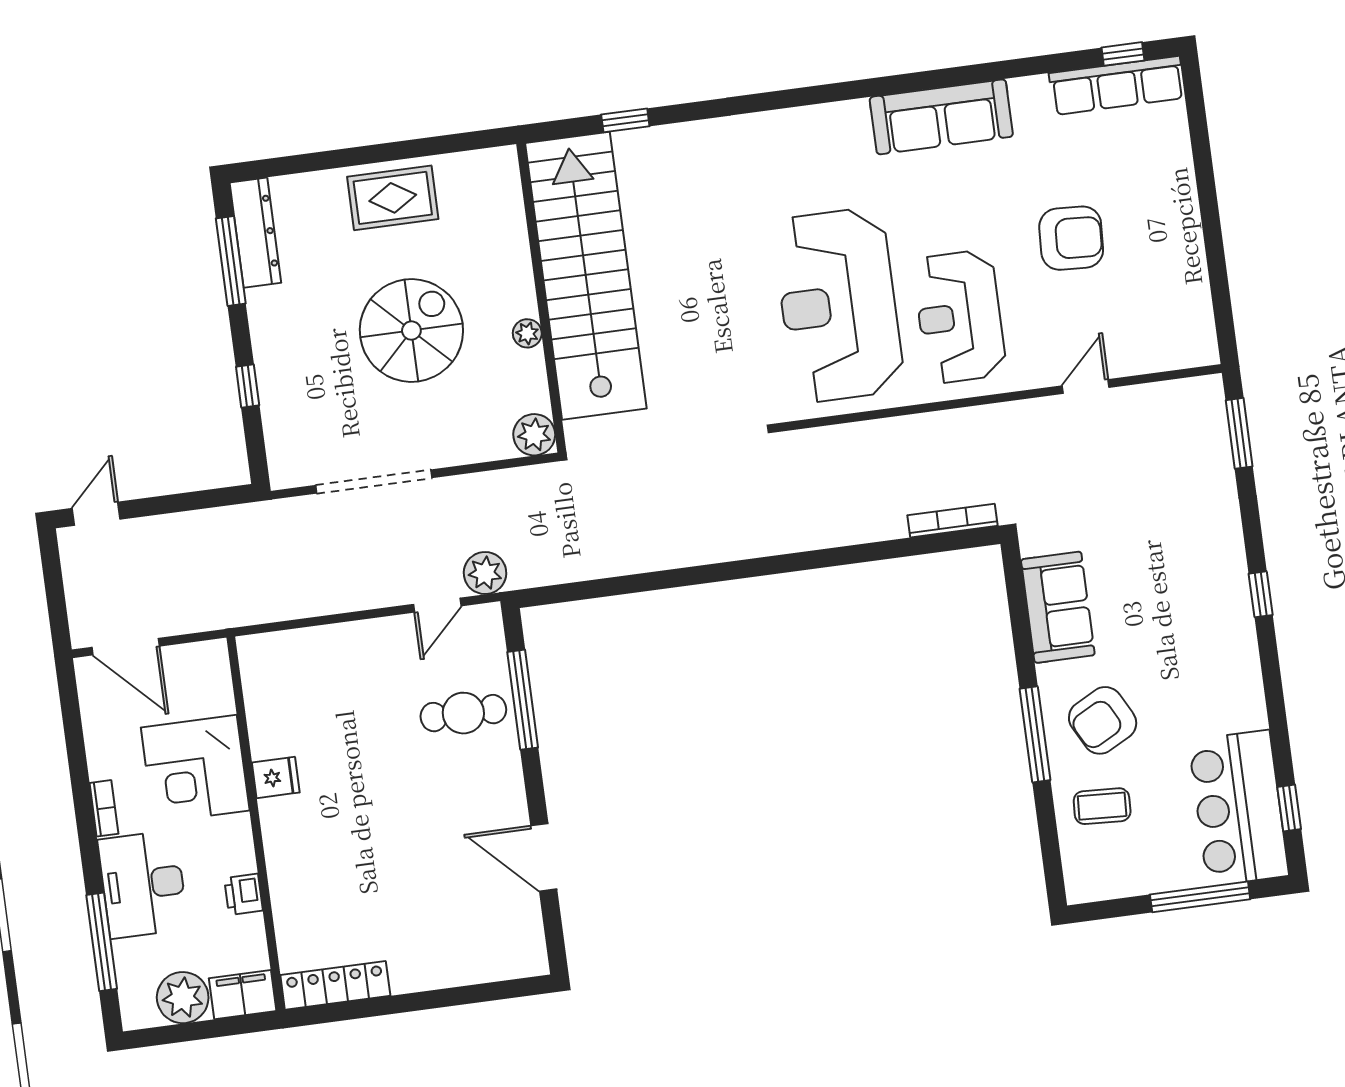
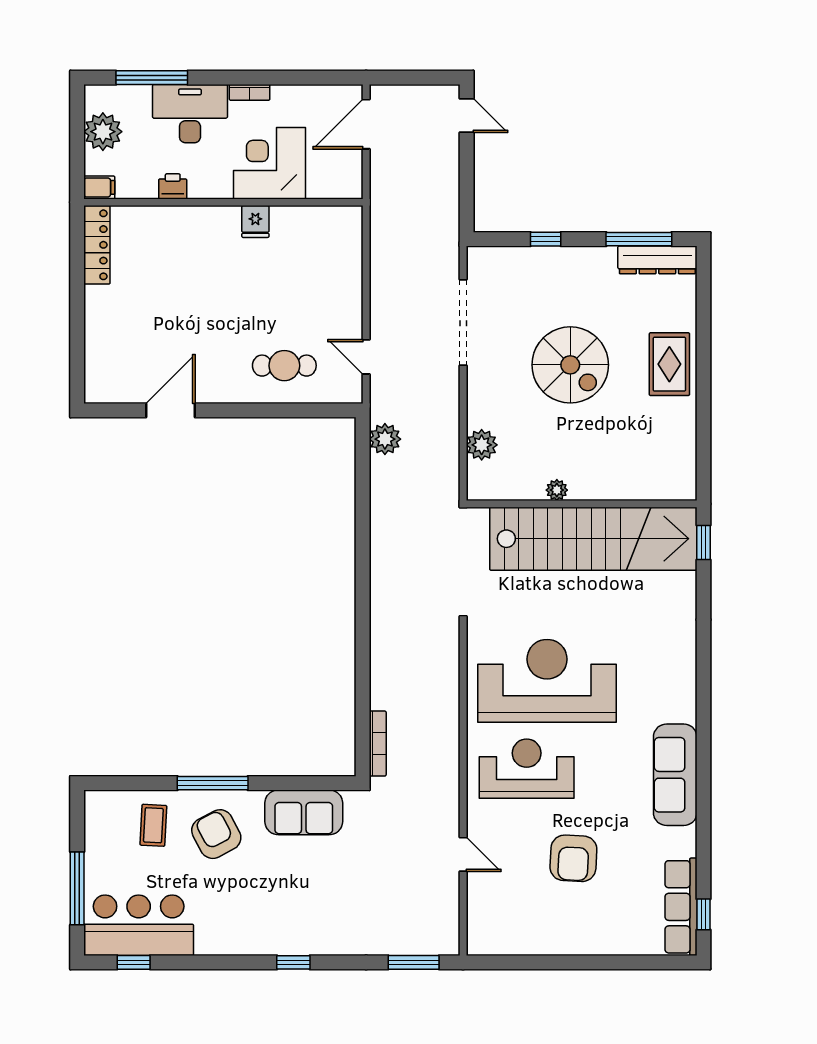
stairs: (586, 276) -> (593, 539), moved
wall: (541, 298) -> (582, 504), moved
plant: (527, 333) -> (557, 490), moved
plant: (485, 573) -> (385, 439), moved
window: (523, 700) -> (288, 410), removed
cafe table: (463, 713) -> (284, 366), turned 90
filing cabinet: (243, 995) -> (99, 187), width x0.50

